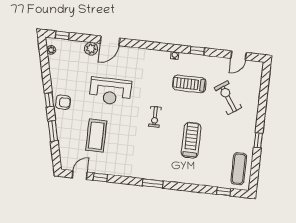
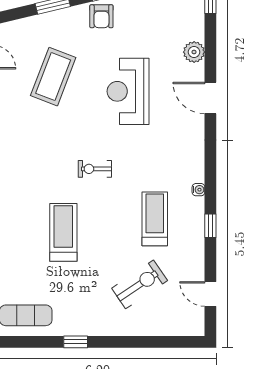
door: (110, 41) -> (210, 98), moved
coffee table: (96, 136) -> (53, 77), turned -69
treadmill: (191, 140) -> (63, 232), turned -90

